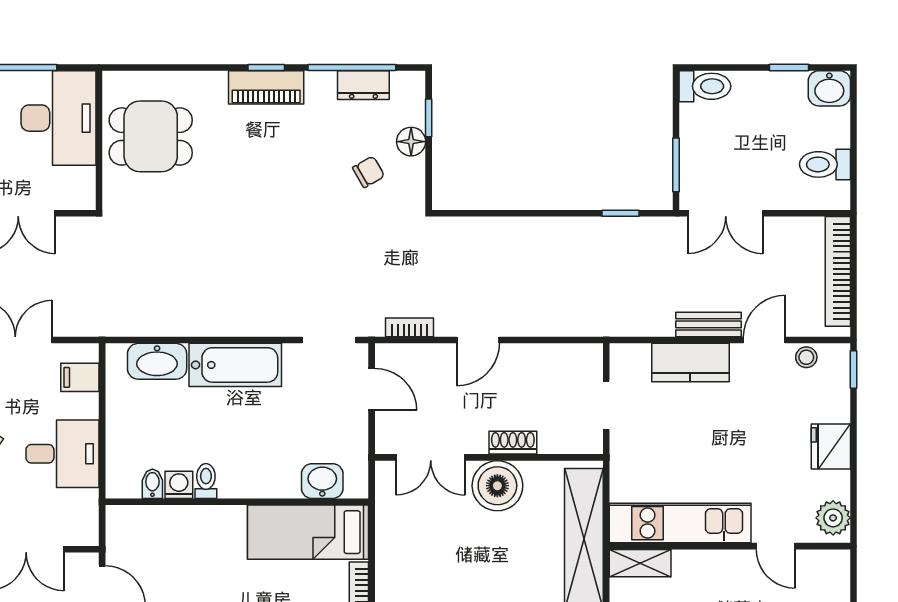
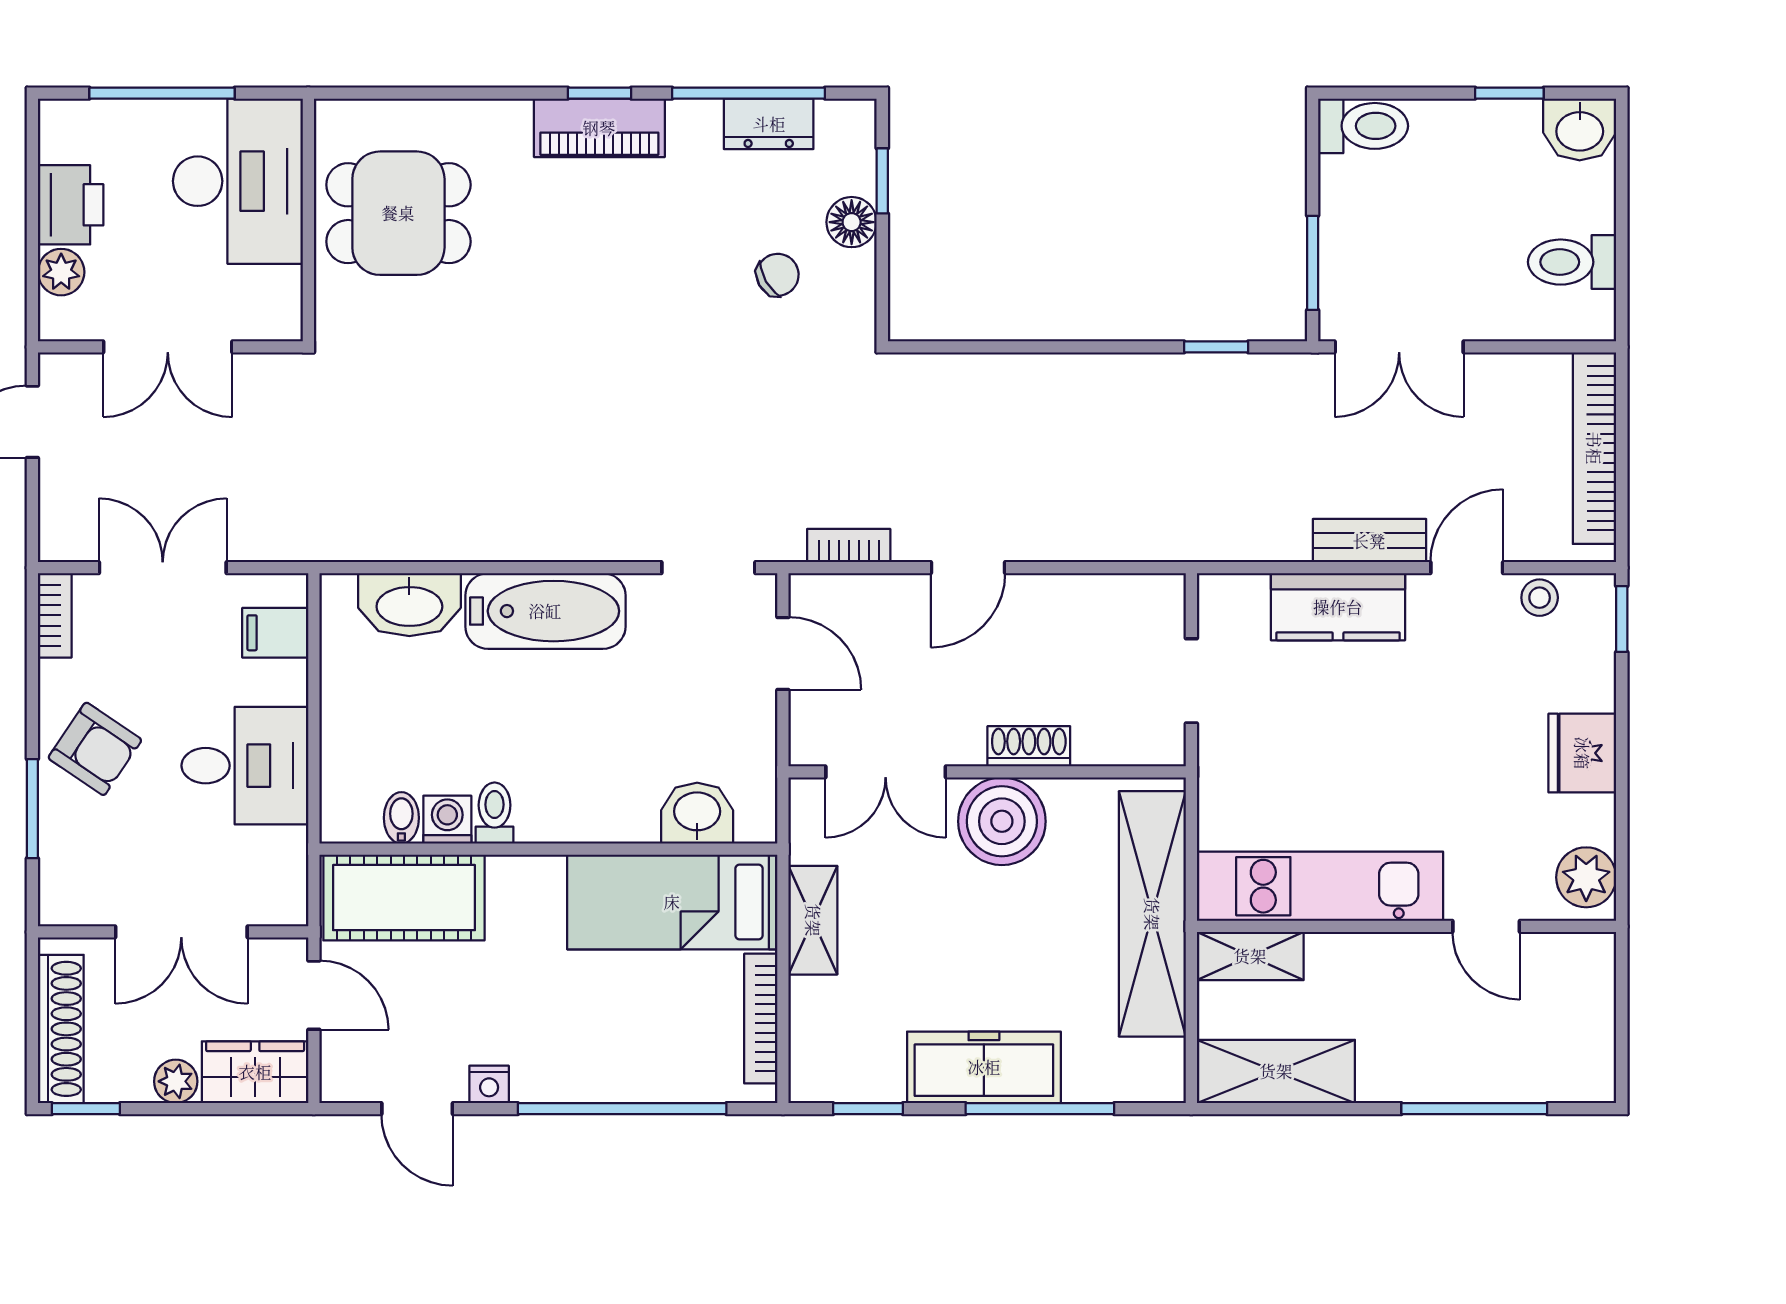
cot: (154, 530) -> (404, 898), added
shelving: (389, 543) -> (813, 920), added

